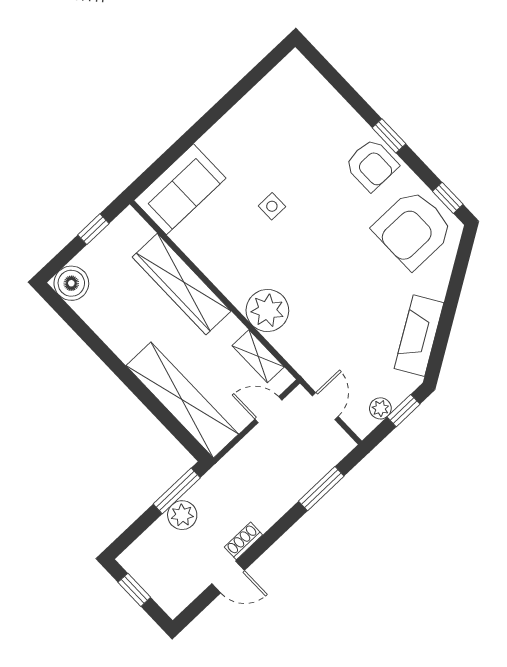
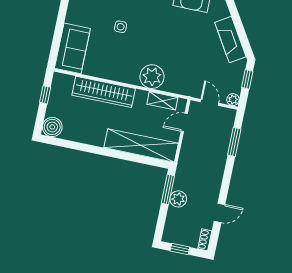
plant: (380, 408) -> (233, 100), moved
shoe rack: (243, 541) -> (205, 240), moved

